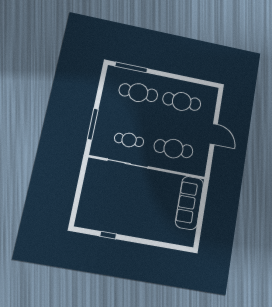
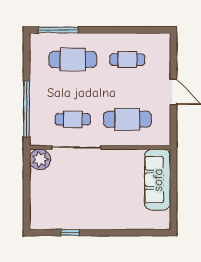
cafe table: (182, 101) -> (127, 60), width x0.73, depth x0.74
window: (93, 124) -> (27, 109), width x1.46
plant: (95, 168) -> (40, 159), added

